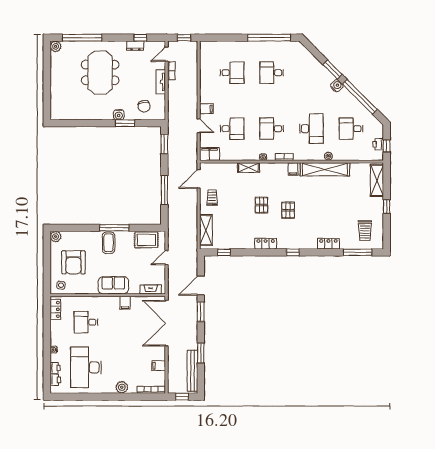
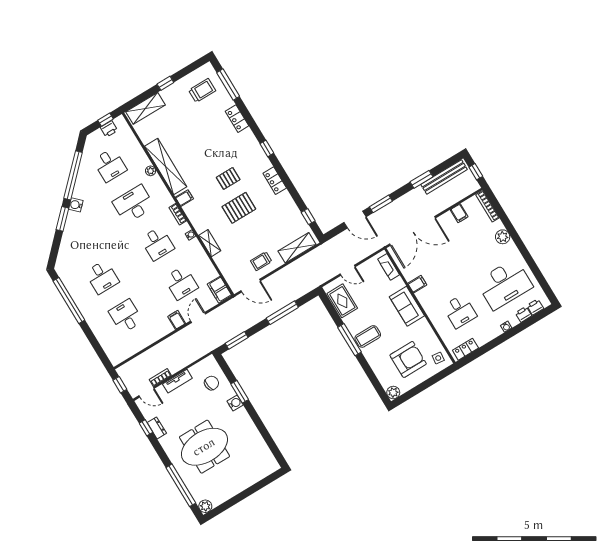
desk: (232, 129) -> (181, 283), turned 180
pallet: (262, 205) -> (239, 208), width x1.50, depth x1.42

